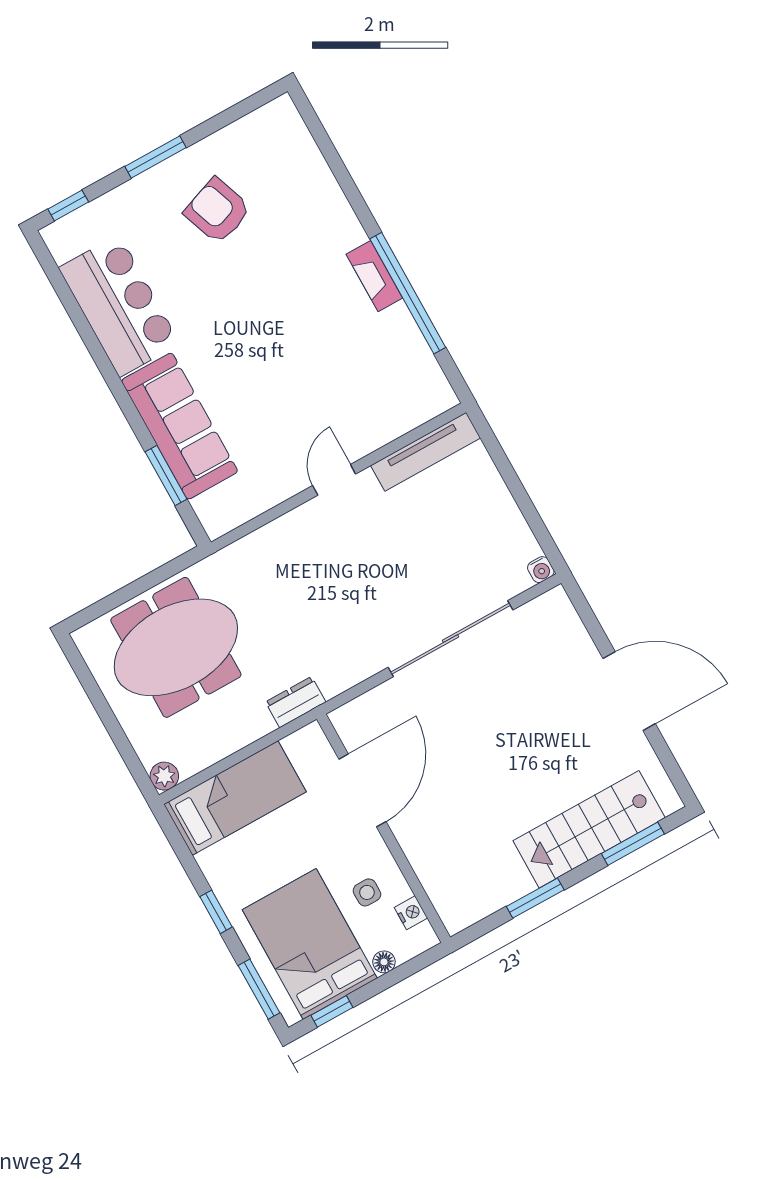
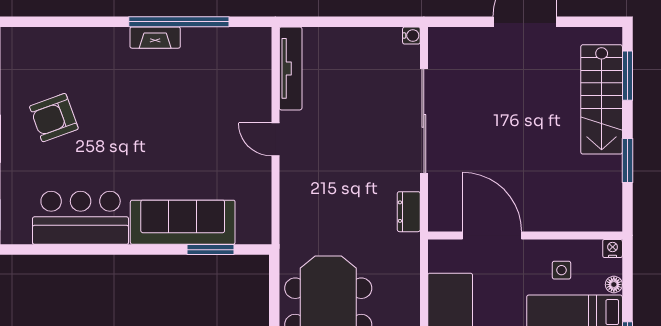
dresser: (296, 702) -> (409, 212), moved
nightstand: (411, 913) -> (613, 248), moved

